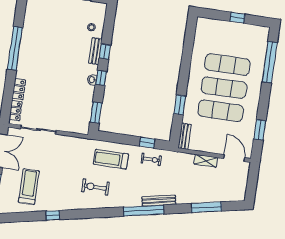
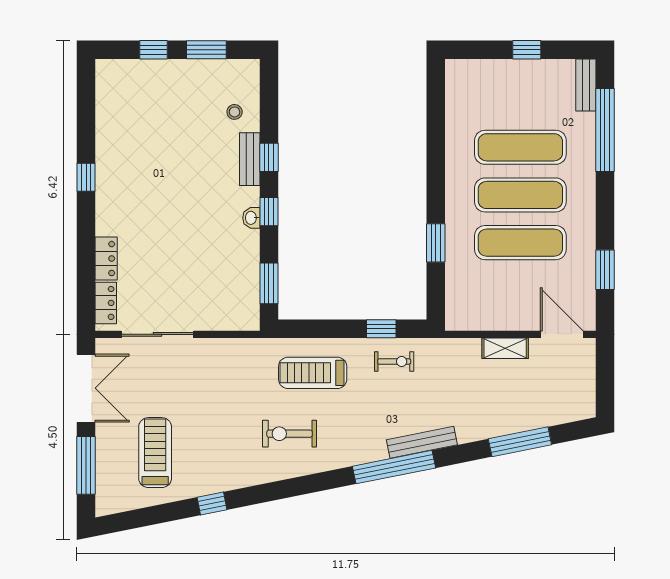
window: (15, 48) -> (86, 177), width x0.32
bench: (185, 136) -> (586, 85), moved

